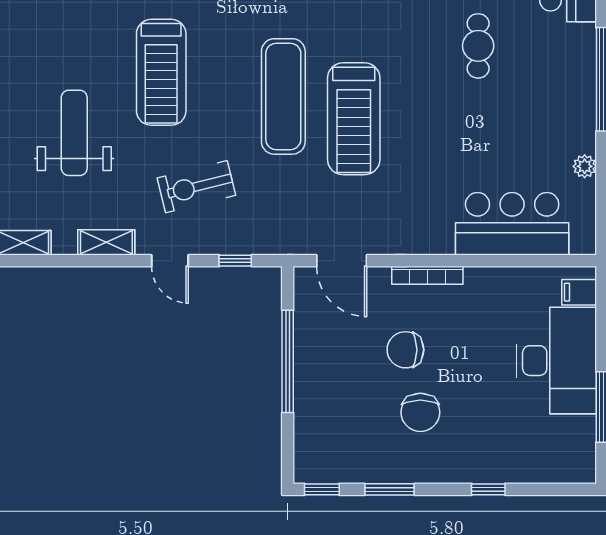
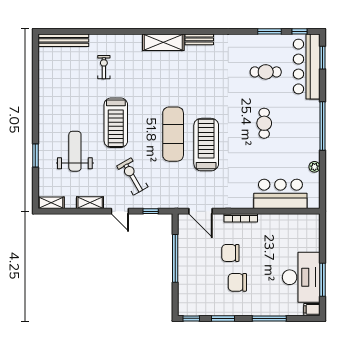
cafe table: (478, 46) -> (264, 123), moved
treadmill: (354, 119) -> (206, 145), turned 180
exercise bike: (196, 187) -> (132, 176), turned 74
filing cabinet: (579, 292) -> (312, 309), moved
desk: (556, 361) -> (301, 277), moved
chair: (420, 412) -> (237, 282), turned 90
window: (488, 489) -> (269, 318), width x2.17

